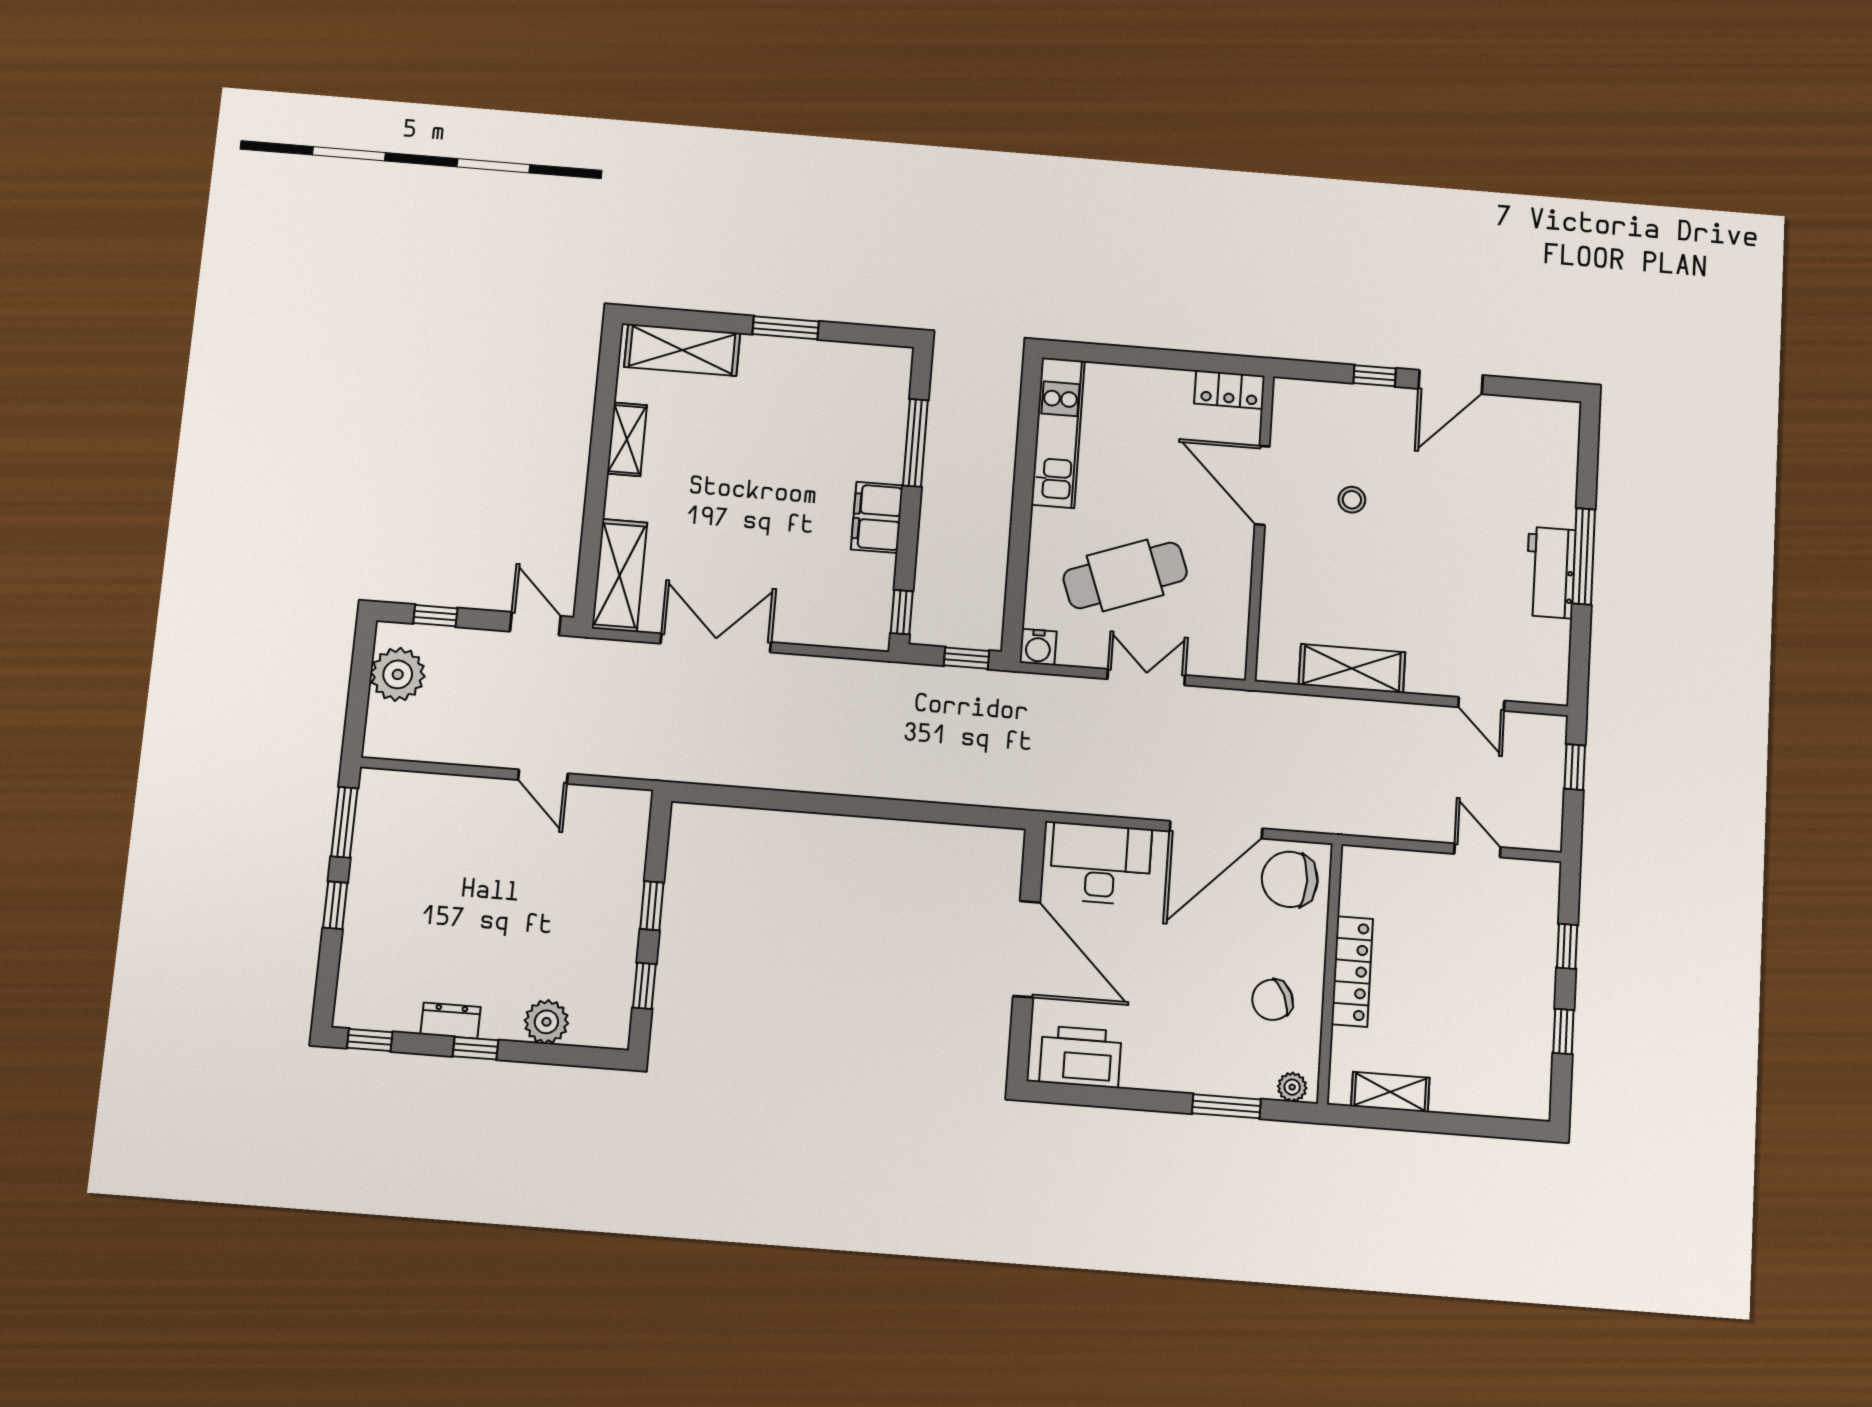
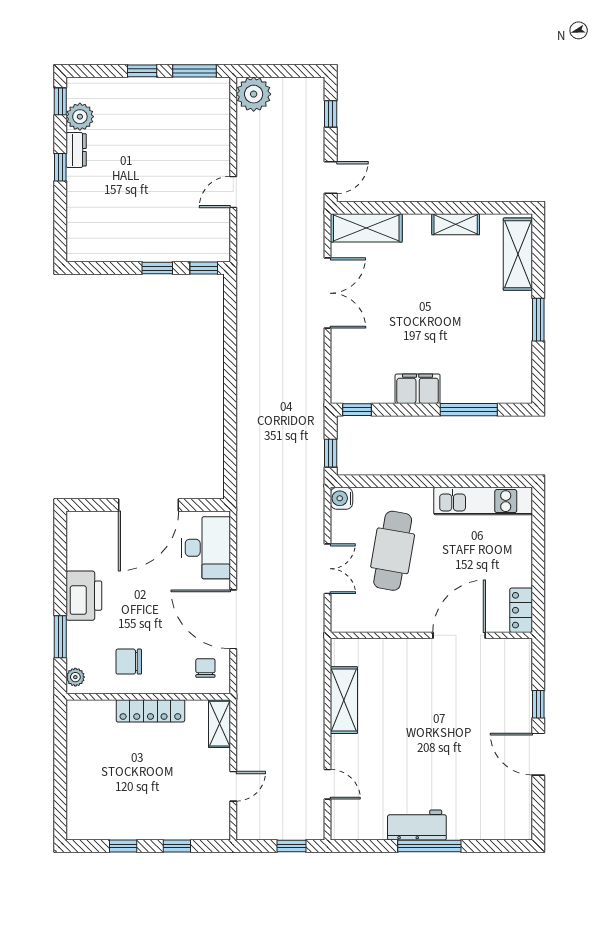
stool: (1352, 500) -> (454, 694), removed
cafe table: (1125, 575) -> (393, 551), turned 30
plant: (398, 674) -> (254, 94), moved
door: (1481, 704) -> (328, 784), swing flipped
chair: (1290, 879) -> (205, 668), width x0.54, depth x0.54
window: (644, 986) -> (204, 268), moved
chair: (1272, 1000) -> (129, 662), turned -66
plant: (546, 1022) -> (80, 117), moved
printer: (1080, 1057) -> (84, 596), moved
shelving: (1390, 1092) -> (220, 724), moved

